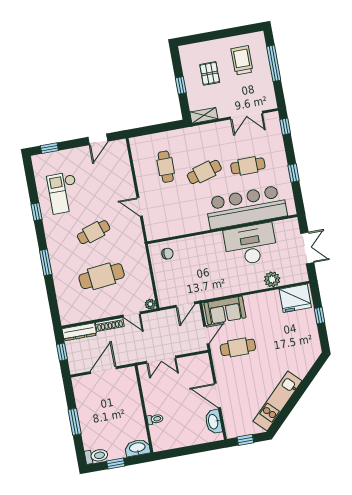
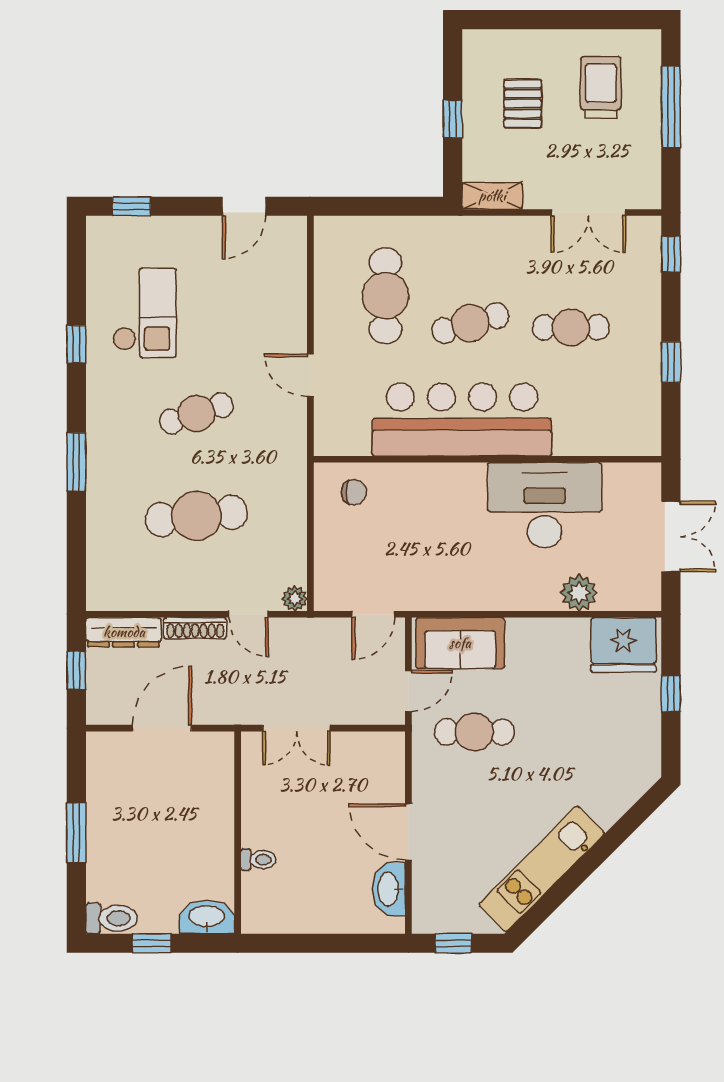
cafe table: (166, 167) -> (386, 296), width x1.37, depth x1.35
checkout: (63, 193) -> (144, 313), turned 180
bar counter: (246, 207) -> (462, 420), moved

